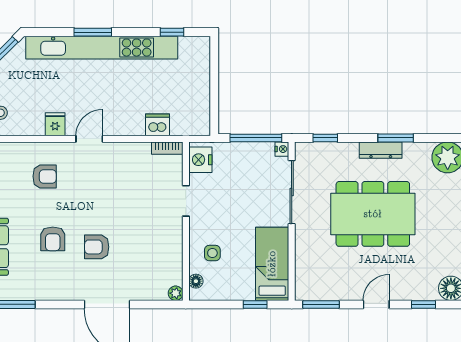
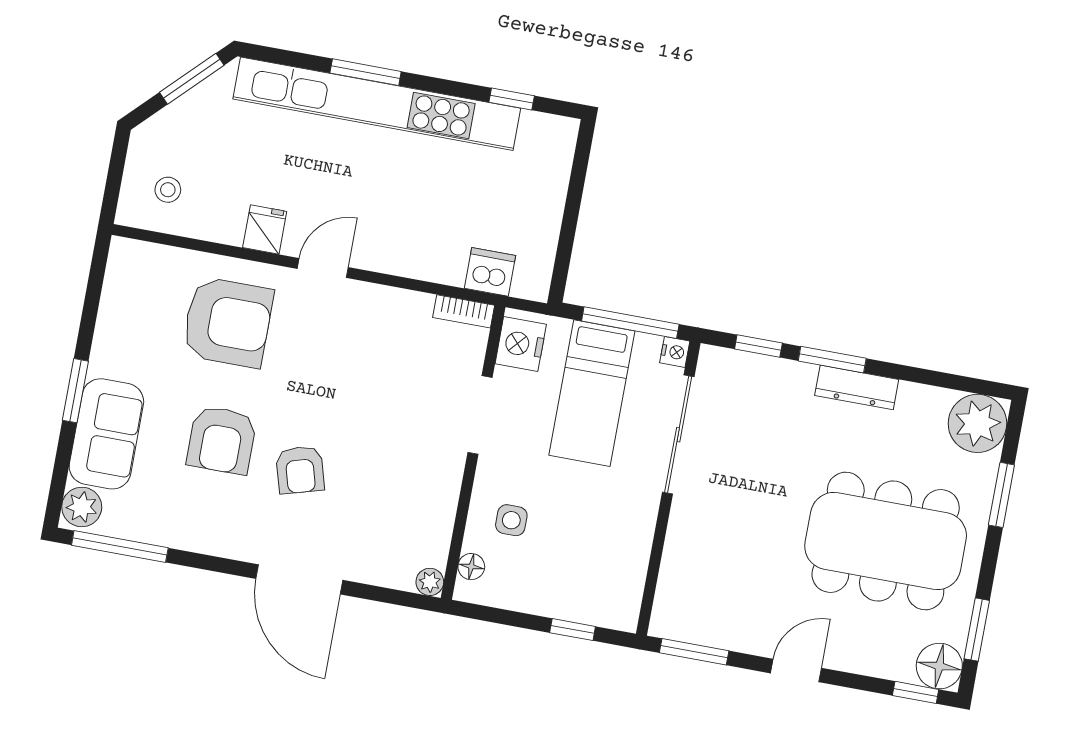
dishwasher: (158, 125) -> (490, 272), moved
window: (396, 138) -> (832, 360), moved
armchair: (45, 176) -> (228, 322), width x1.88, depth x1.88
doorway: (186, 201) -> (480, 415), width x1.38
dining table: (373, 214) -> (886, 541), moved
armchair: (53, 239) -> (222, 440), width x1.38, depth x1.38
armchair: (97, 247) -> (300, 470), turned -106
bed: (272, 264) -> (592, 393), moved, turned 180
window: (424, 304) -> (916, 692), moved

